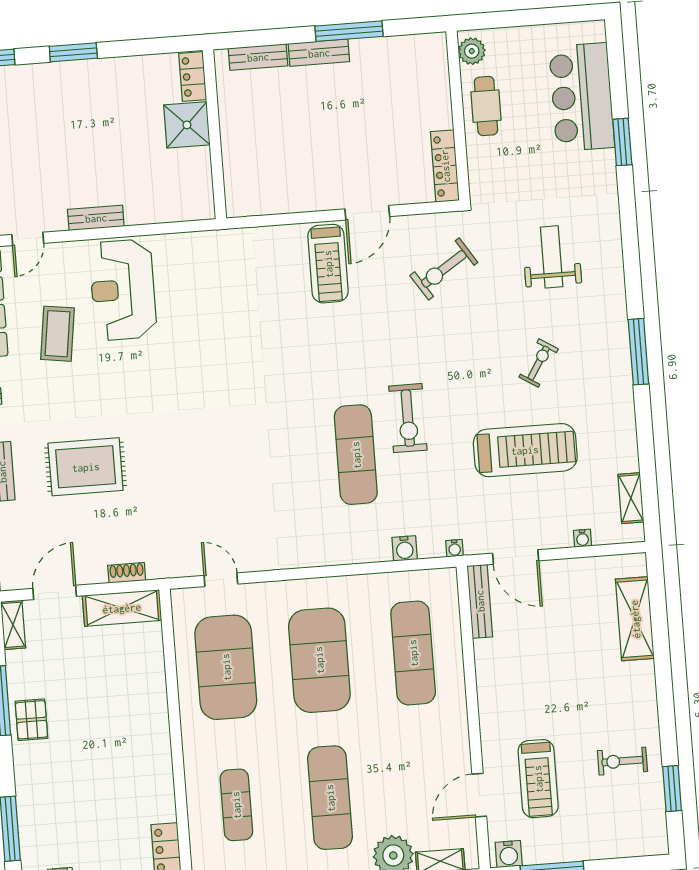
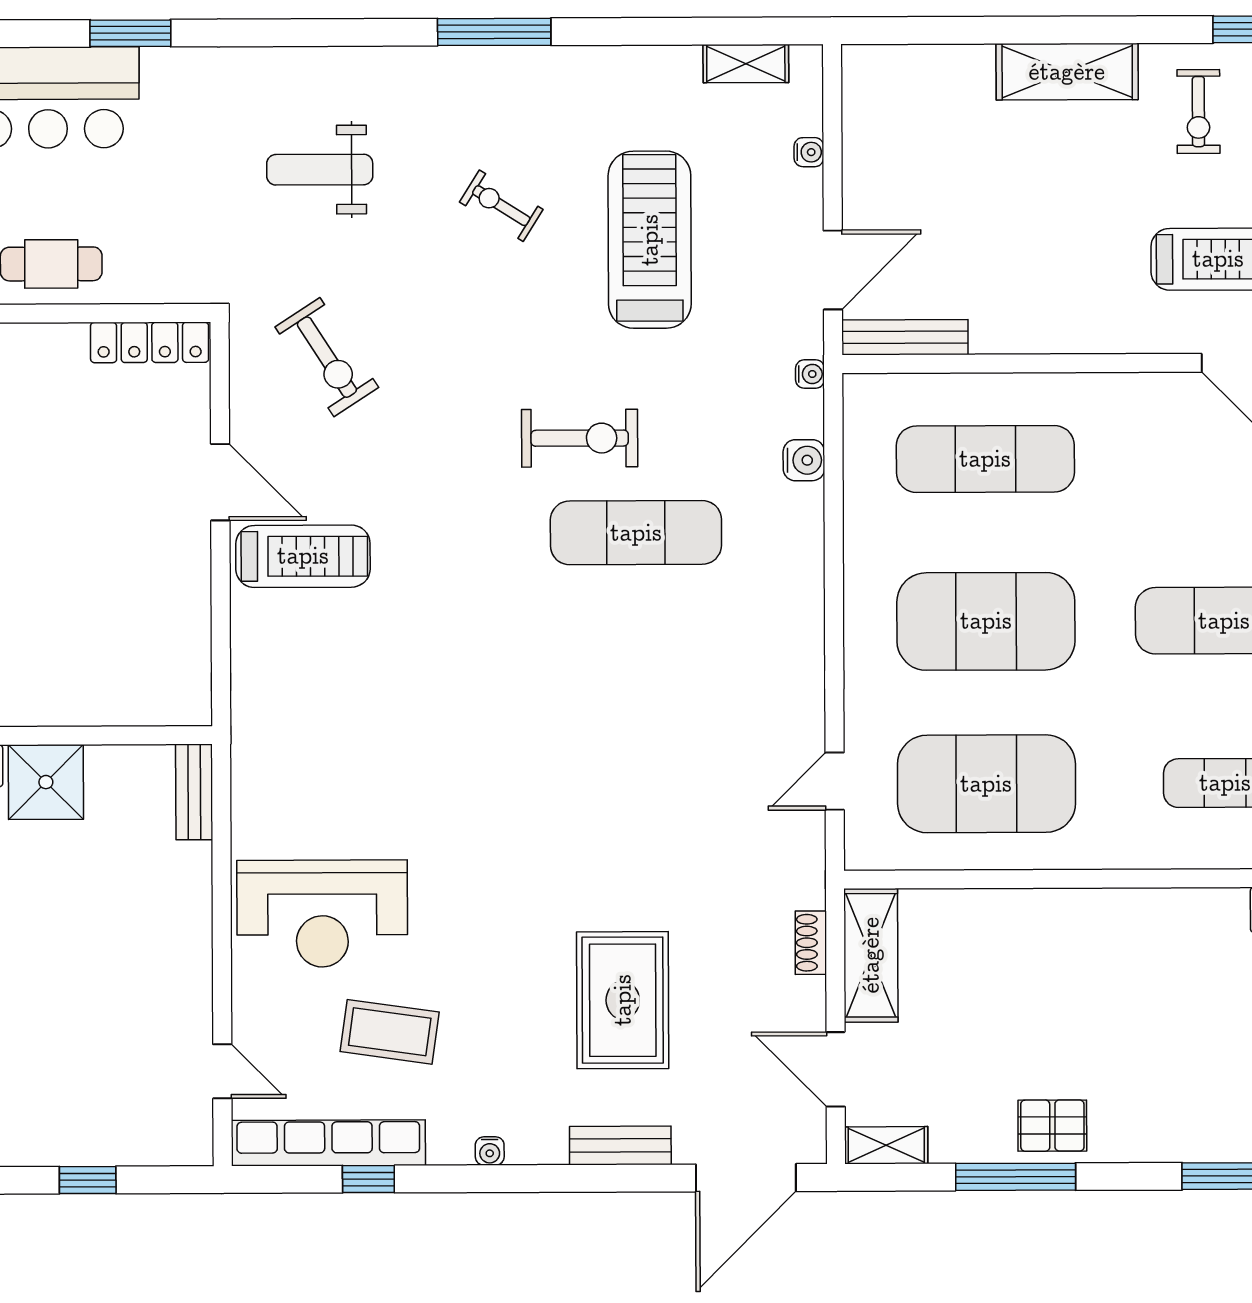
bench: (96, 218) -> (194, 792), moved
shelving: (635, 619) -> (1067, 72), moved

